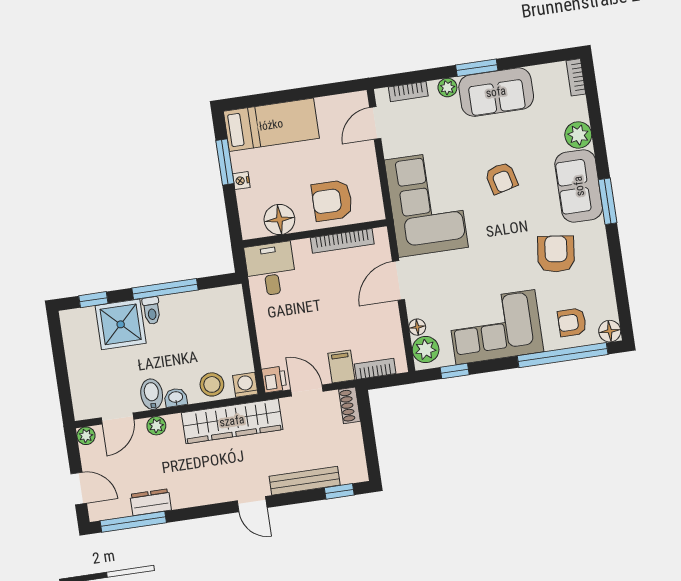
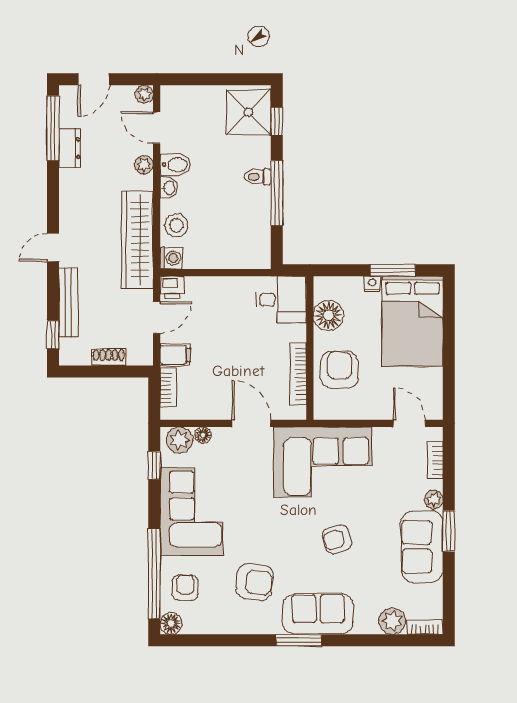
bed: (271, 125) -> (413, 321), width x1.50
plant: (578, 135) -> (392, 621), moved
shower: (121, 324) -> (249, 112), moved
shoe rack: (350, 405) -> (109, 357), moved

